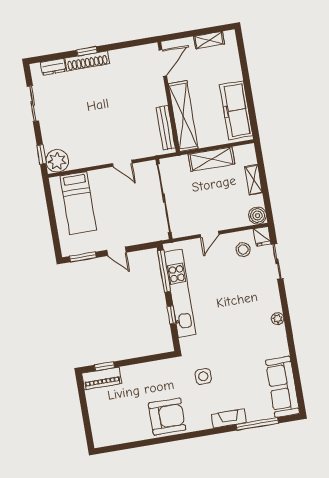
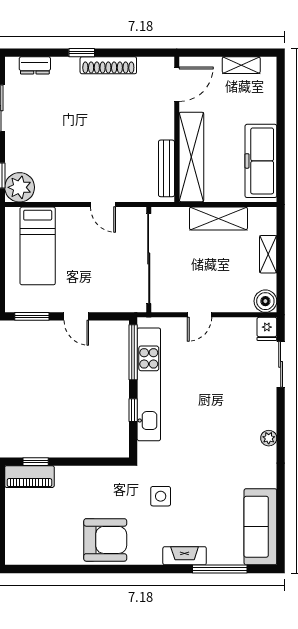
shoe rack: (87, 61) -> (108, 65), moved
stool: (243, 250) -> (239, 342), removed

